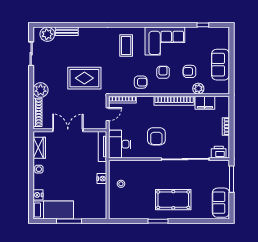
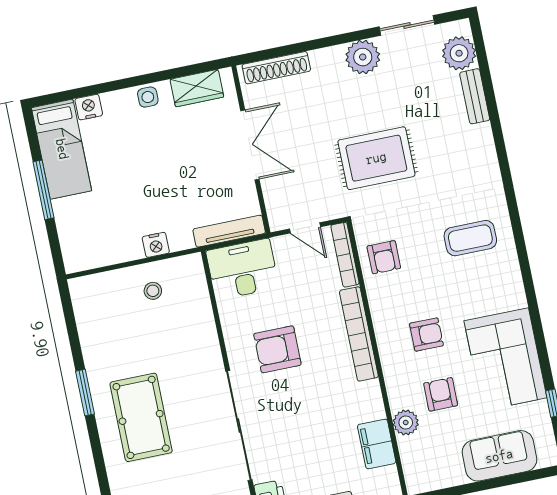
corner sofa: (165, 41) -> (505, 359), moved
sofa: (220, 65) -> (499, 456), moved
rug: (84, 78) -> (376, 158), turned 90
armchair: (141, 82) -> (384, 257), moved
plant: (41, 90) -> (363, 57), moved
bookcase: (174, 101) -> (359, 334), moved

